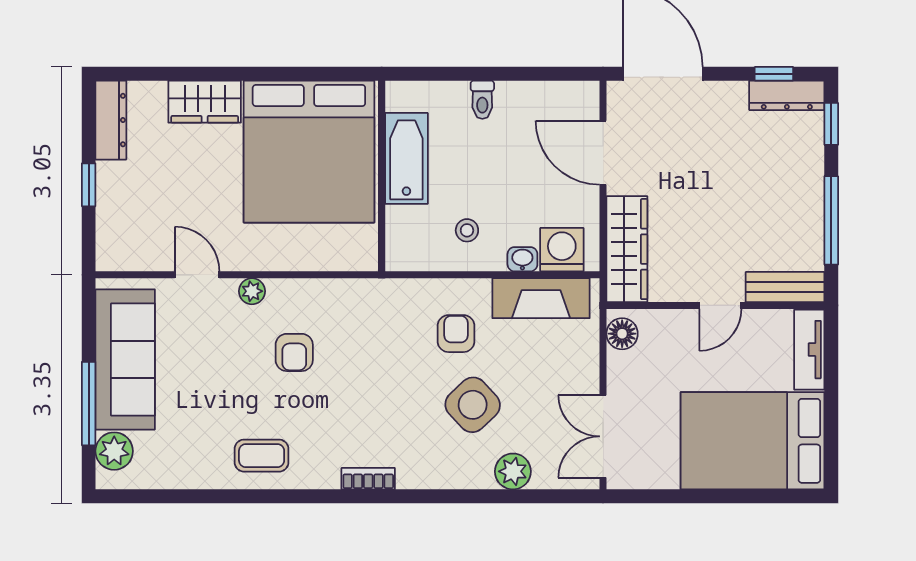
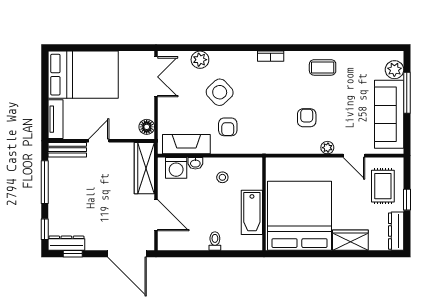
rug: (138, 212) -> (383, 186), added

